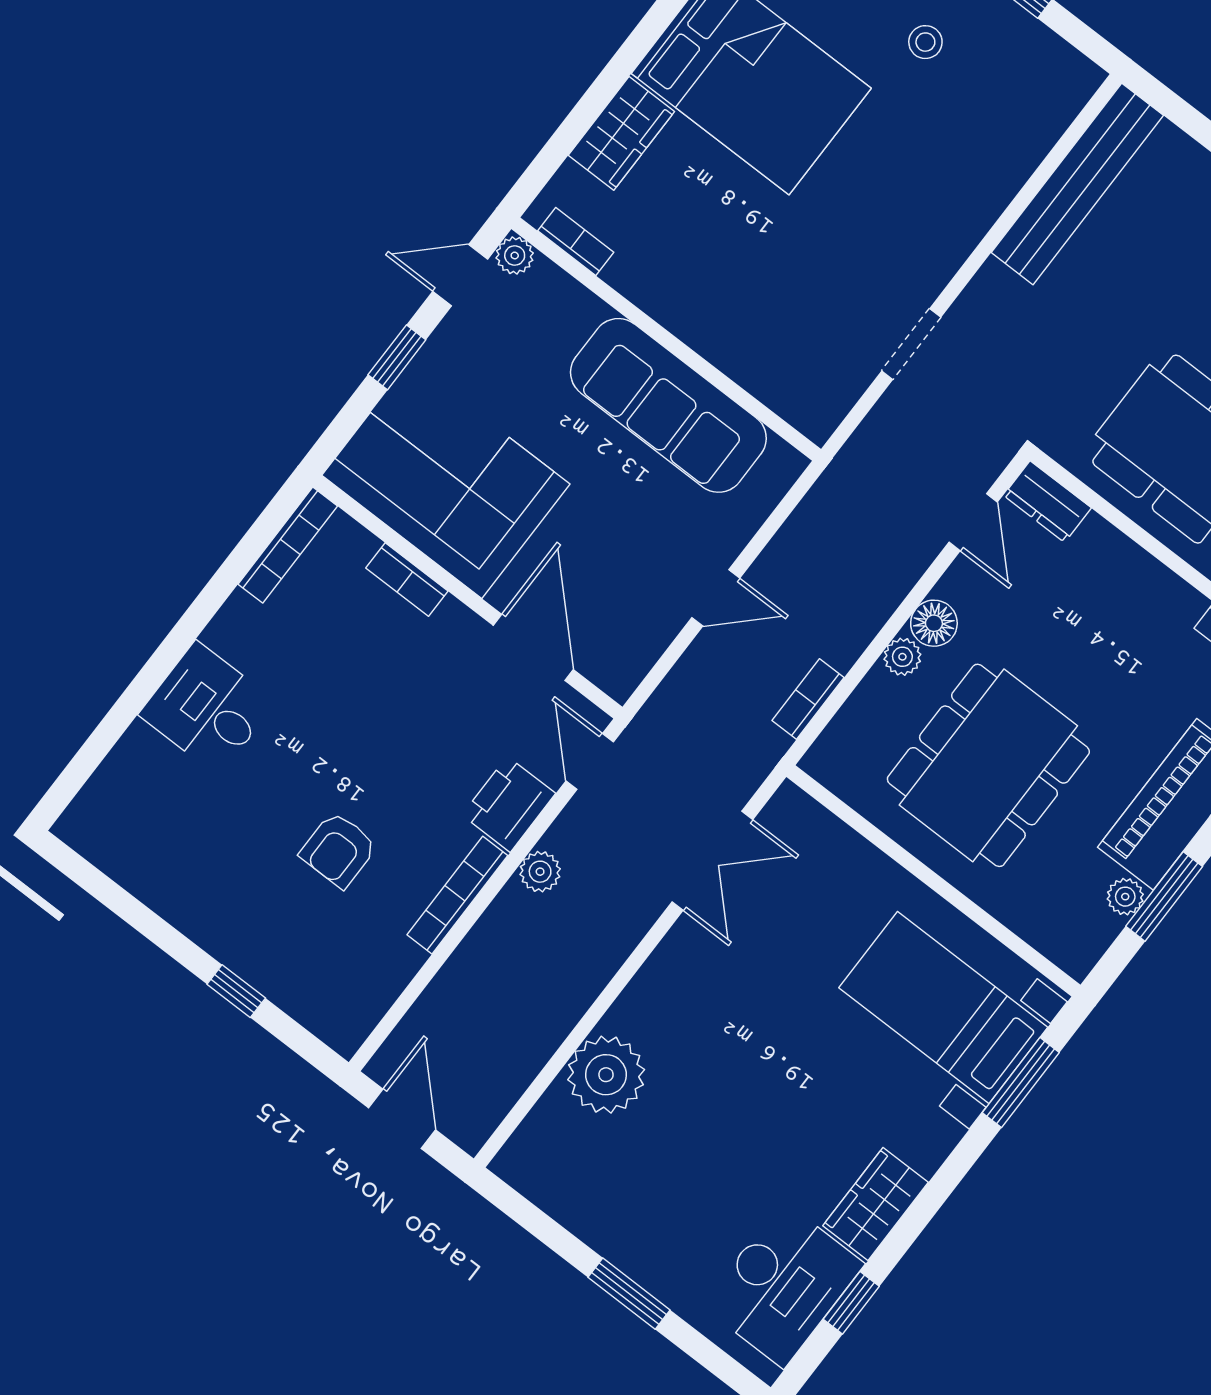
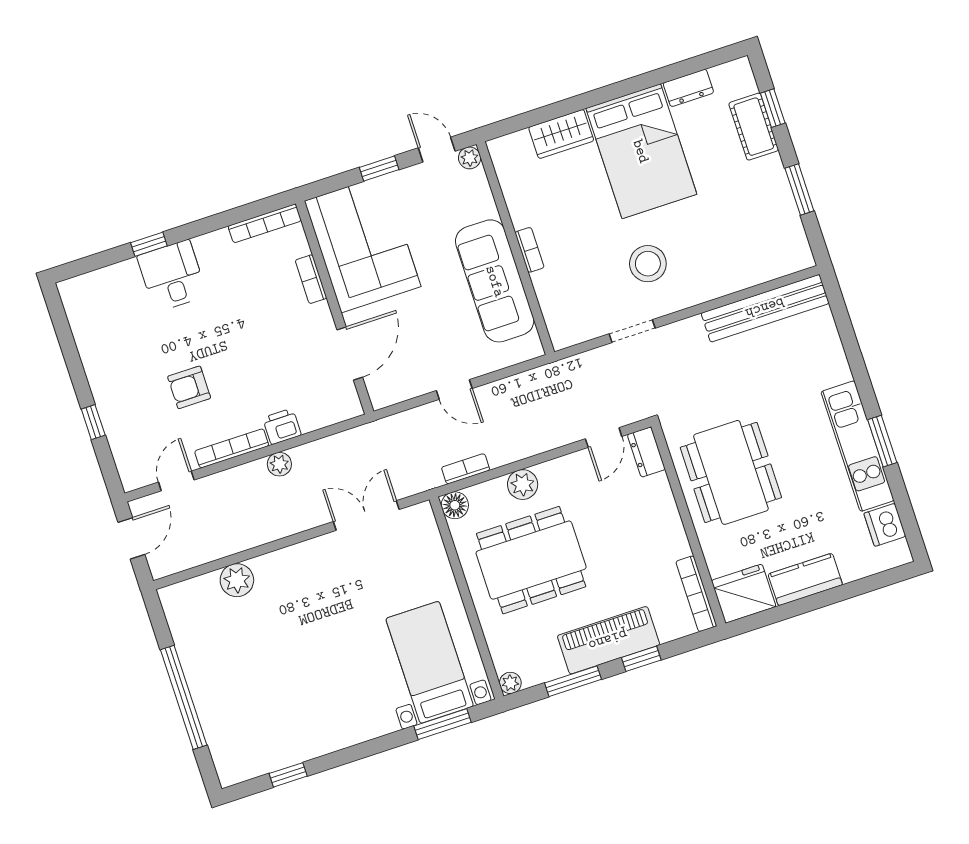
stool: (925, 42) -> (648, 264), moved, width x1.89, depth x1.89
bookcase: (576, 242) -> (530, 250), moved
floor lamp: (934, 623) -> (455, 505), moved
plant: (902, 657) -> (523, 485), width x1.38, depth x1.38
window: (144, 686) -> (149, 244), added
door: (590, 761) -> (176, 481), moved
printer: (509, 804) -> (282, 426), width x0.73, depth x0.81
double door: (712, 861) -> (366, 516), swing flipped
plant: (1125, 897) -> (510, 683), moved
plant: (606, 1075) -> (237, 580), width x0.73, depth x0.73
wardrobe: (876, 1204) -> (332, 735), removed
desk: (783, 1285) -> (261, 744), removed
window: (629, 1294) -> (184, 697), width x2.11

